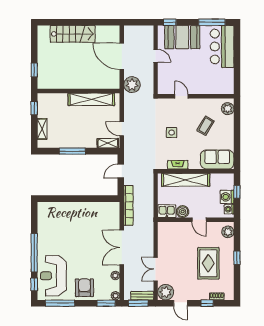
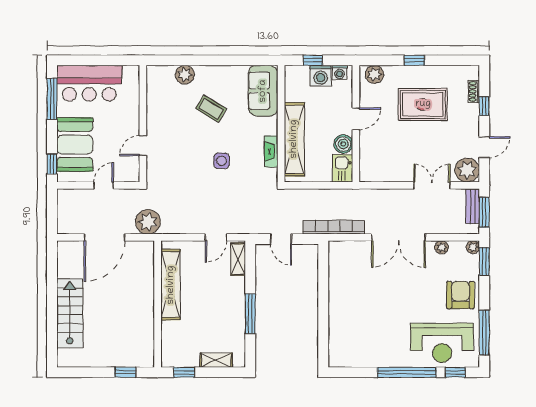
door: (181, 96) -> (143, 146), moved
wall: (196, 96) -> (143, 124), moved
double door: (156, 269) -> (432, 185), swing flipped
armchair: (84, 288) -> (460, 295), turned 90

